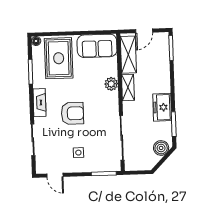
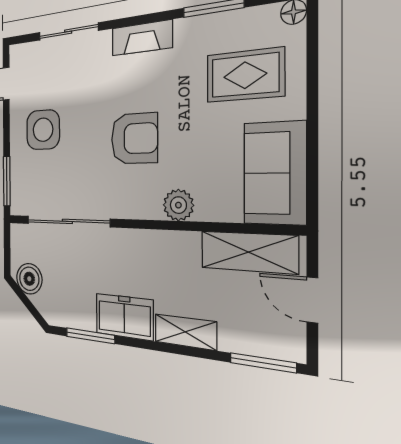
rug: (59, 58) -> (245, 75), width x0.73, depth x0.70
shelving: (128, 87) -> (185, 332), moved
armchair: (72, 113) -> (134, 138), moved, turned -90
boiler: (161, 148) -> (29, 279), moved
side table: (78, 153) -> (43, 130), width x1.87, depth x1.87

